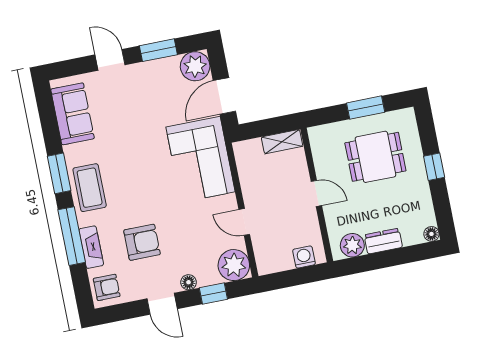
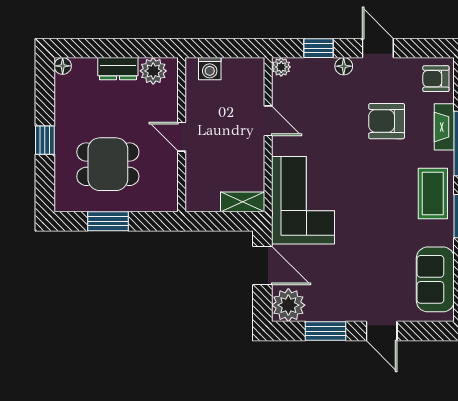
door: (224, 96) -> (262, 266), hinge flipped
shelving: (282, 142) -> (243, 202), moved
plant: (234, 265) -> (281, 67), width x0.53, depth x0.53

